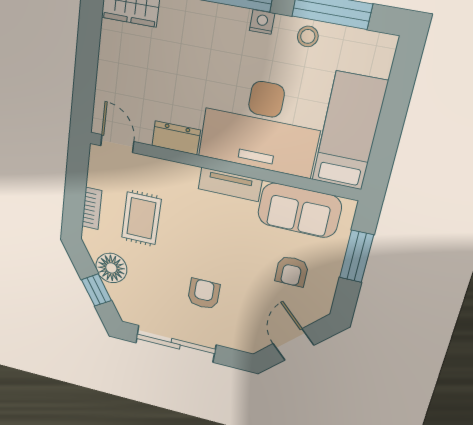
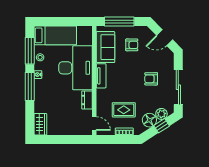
bed: (349, 132) -> (55, 35), moved, turned 180
door: (117, 144) -> (94, 124), swing flipped
window: (356, 256) -> (119, 21), width x1.44
plant: (122, 296) -> (161, 114), added

